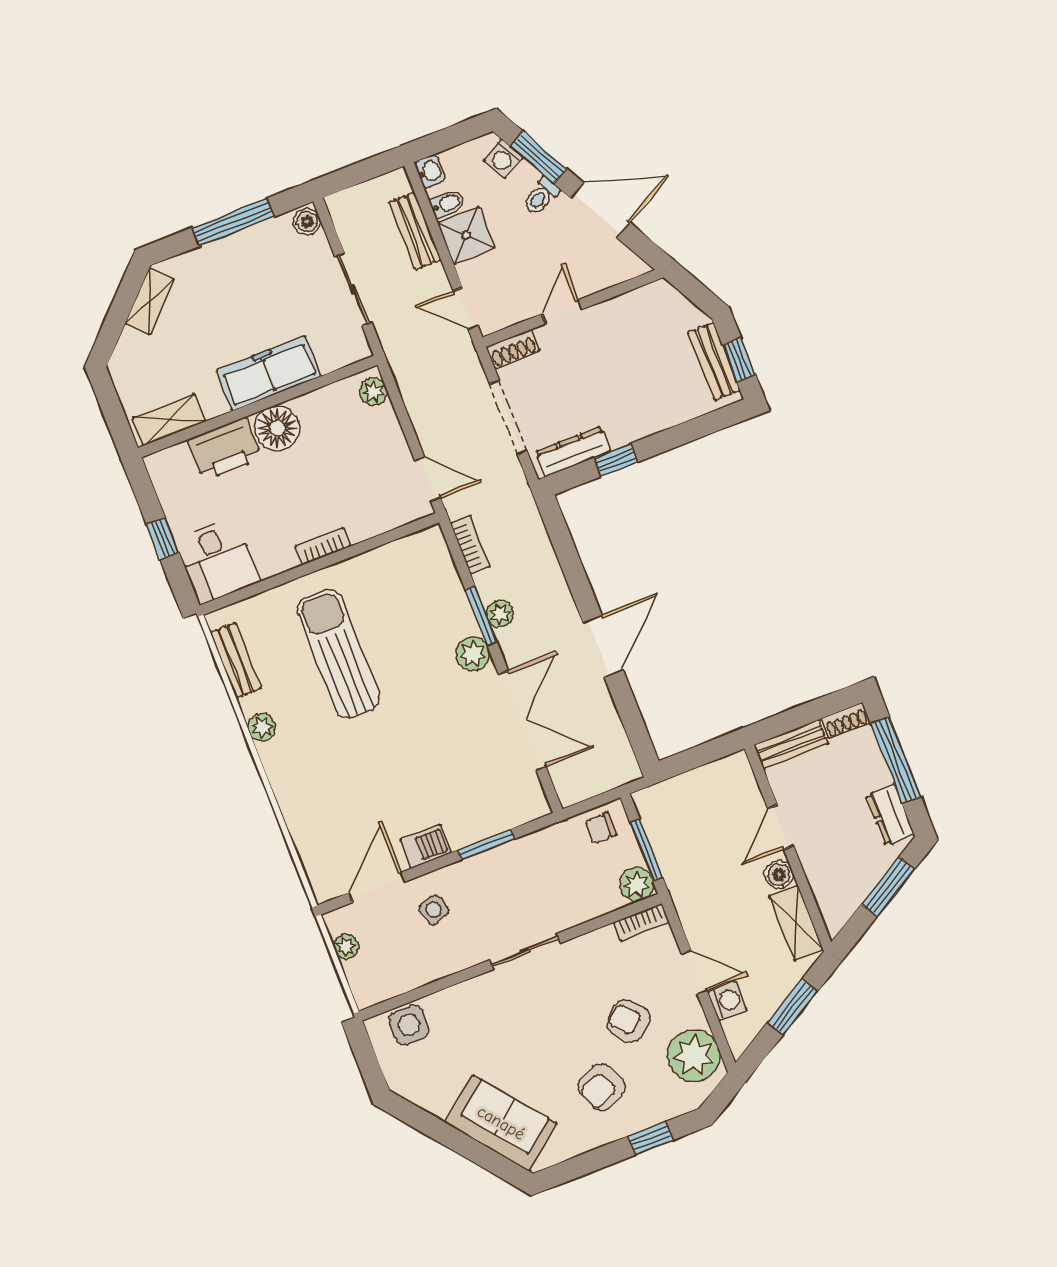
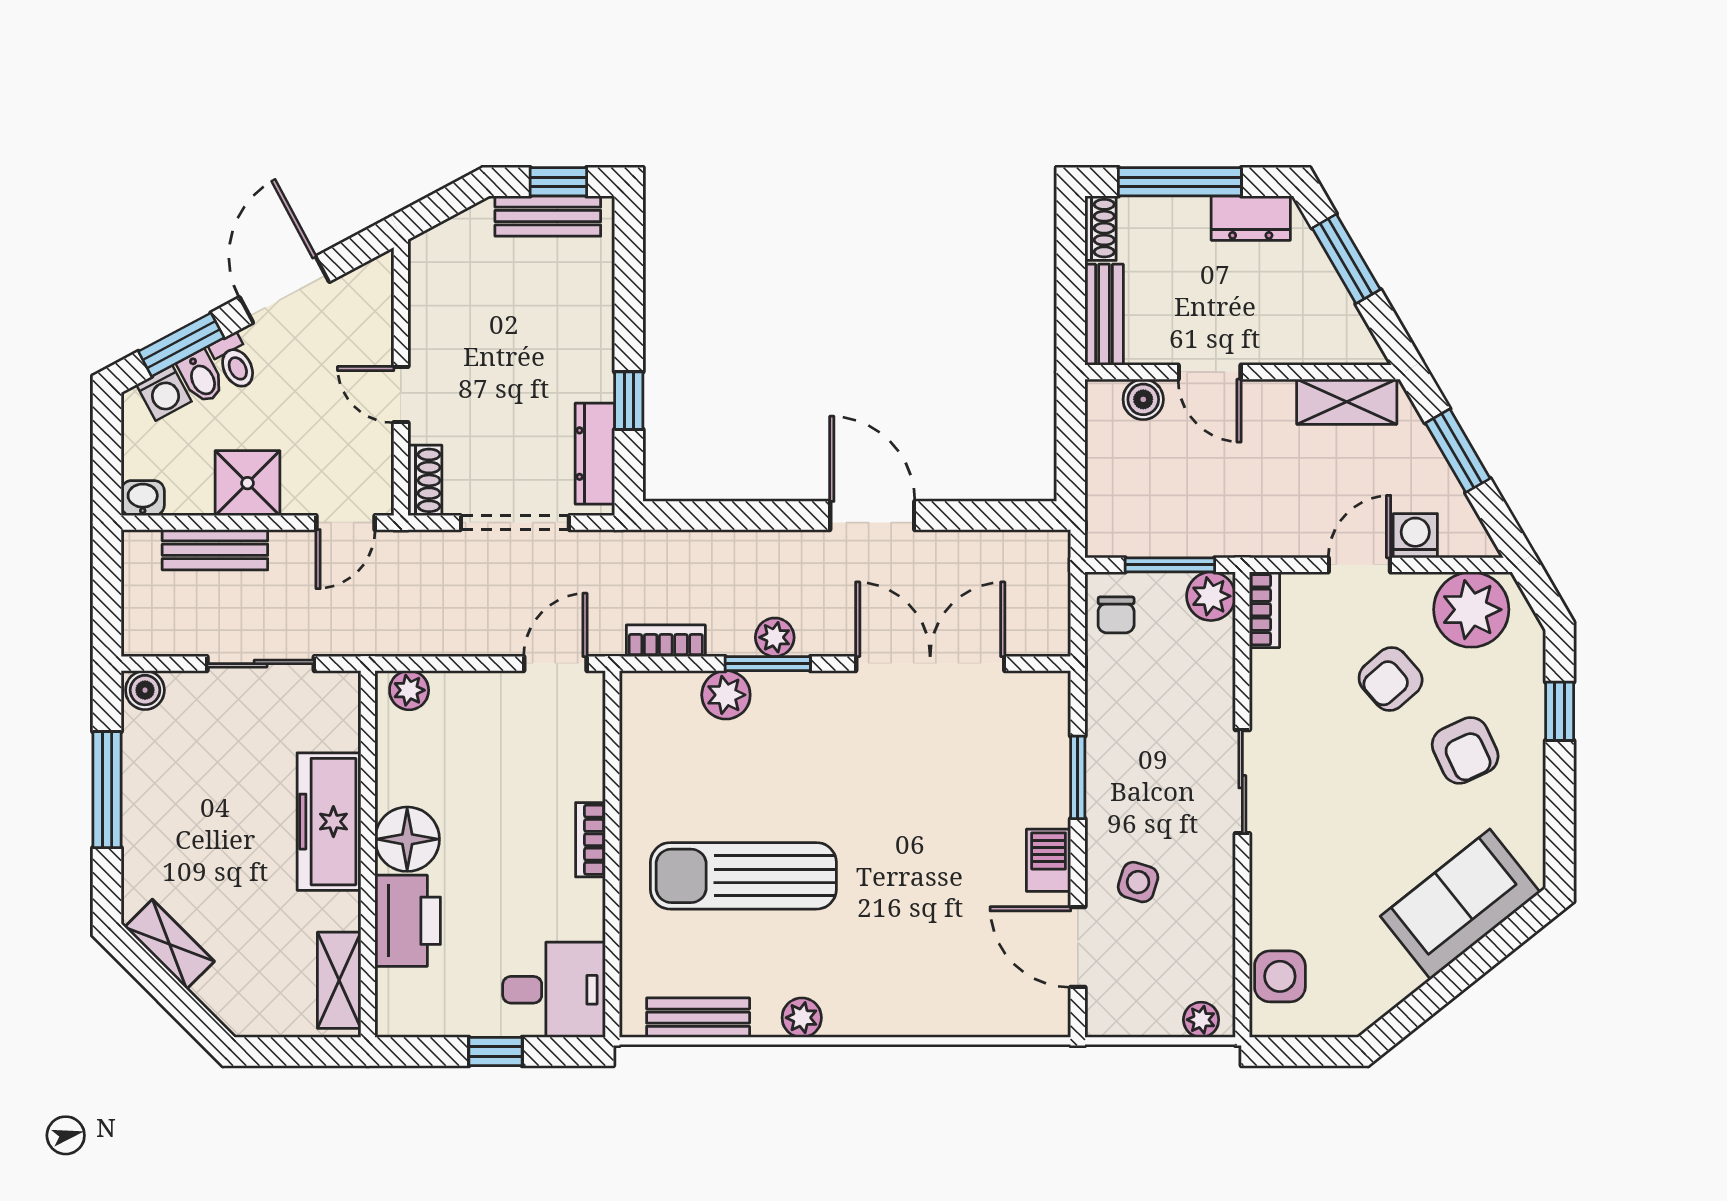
bidet: (448, 204) -> (201, 377), moved, turned 152
plant: (473, 654) -> (726, 695), moved
boiler: (779, 875) -> (1143, 399), moved
side table: (434, 910) -> (1138, 882), turned 35
plant: (346, 947) -> (1201, 1020), moved

